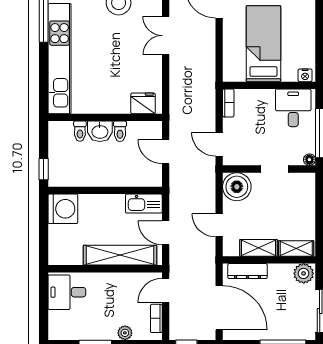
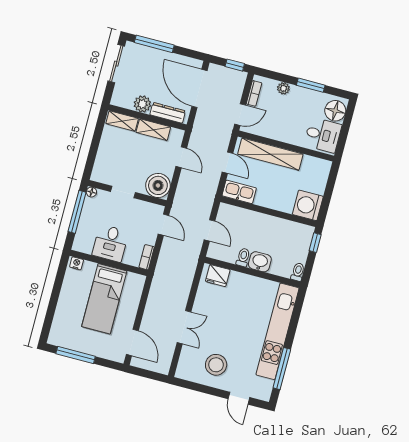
desk: (293, 108) -> (110, 243), moved
toilet: (80, 131) -> (298, 272), moved
plant: (304, 273) -> (142, 104), moved
floor lamp: (60, 323) -> (335, 111), added

